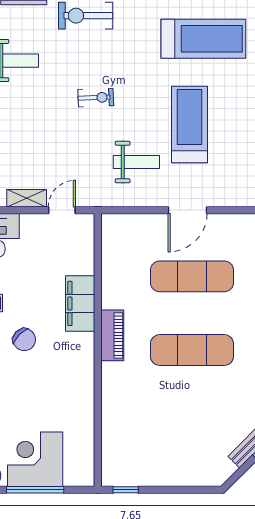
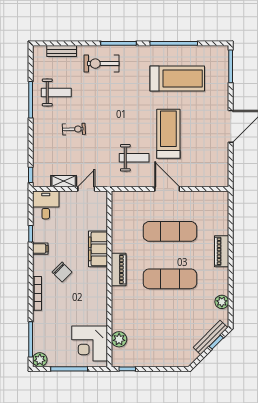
exercise bike: (96, 98) -> (74, 129), moved
door: (188, 210) -> (167, 189), swing flipped
plant: (113, 444) -> (119, 339), added
corner desk: (35, 459) -> (90, 343), moved, turned -90

